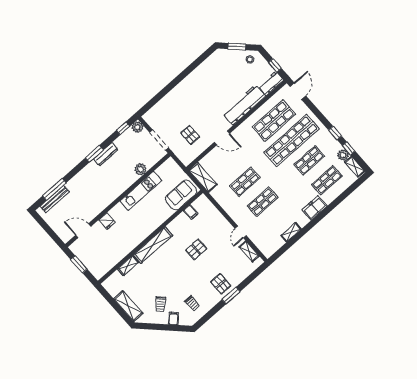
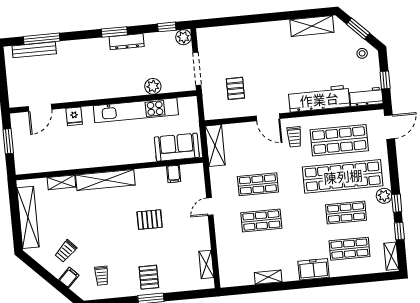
shelving: (208, 65) -> (312, 26), added
trolley: (246, 138) -> (294, 137), added
plant: (343, 155) -> (384, 196), moved
kitchen unit: (141, 191) -> (136, 110), width x1.36
door: (83, 231) -> (40, 108), swing flipped
door: (241, 232) -> (210, 206), moved
shelving: (128, 306) -> (28, 217), width x1.47

